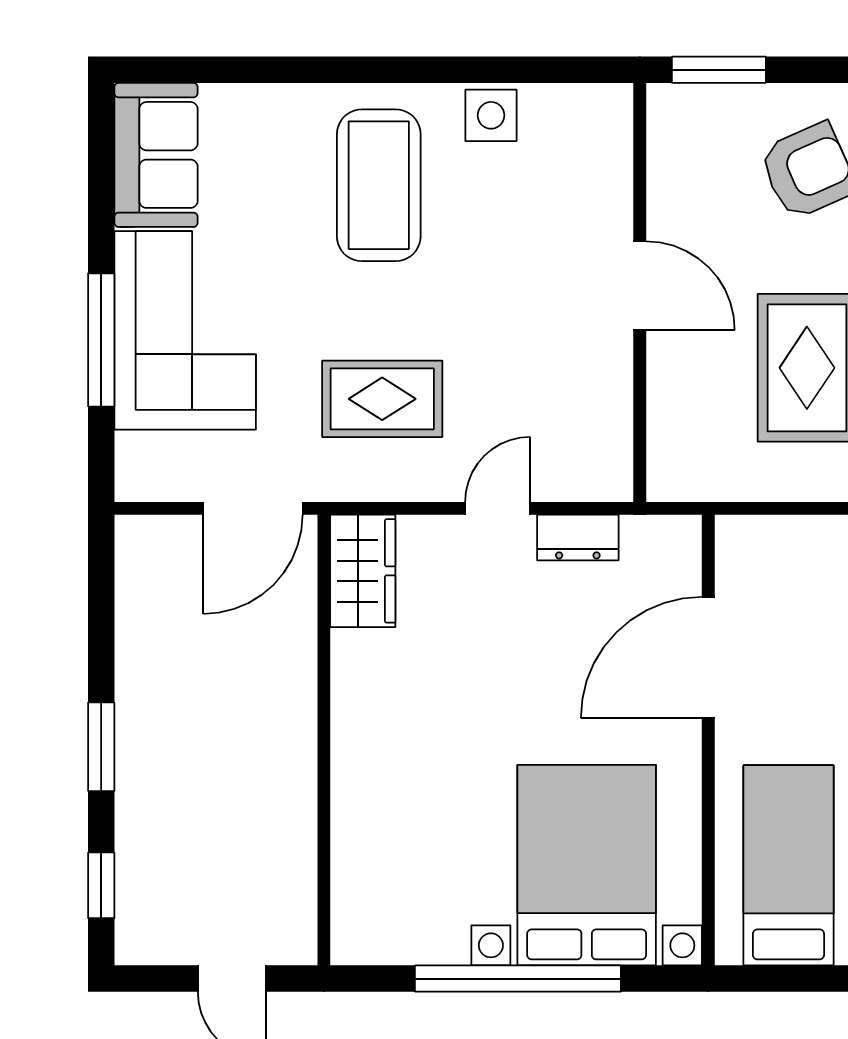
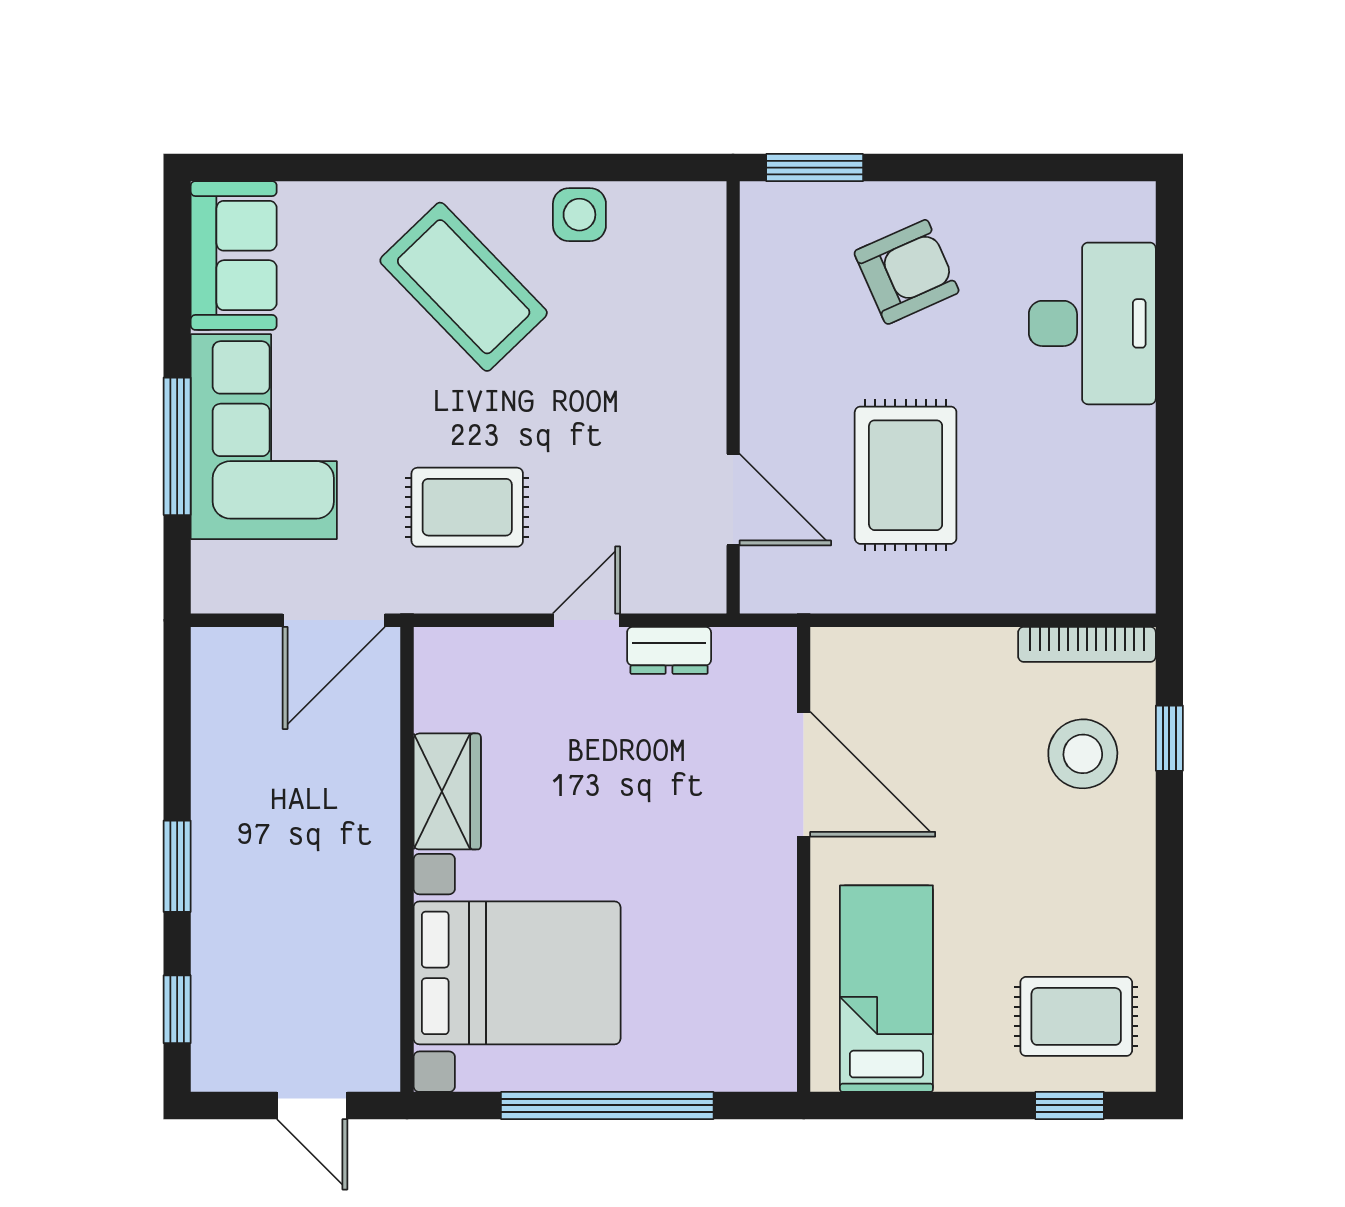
coffee table: (379, 185) -> (464, 287), turned -44
door: (640, 286) -> (733, 500), moved
wardrobe: (363, 571) -> (447, 791), moved
door: (708, 658) -> (804, 774), swing flipped
bed with nightstands: (587, 865) -> (517, 973), moved, turned 90

